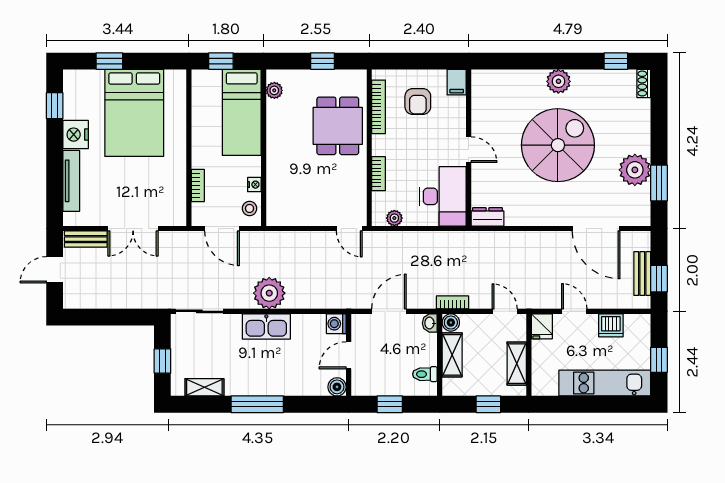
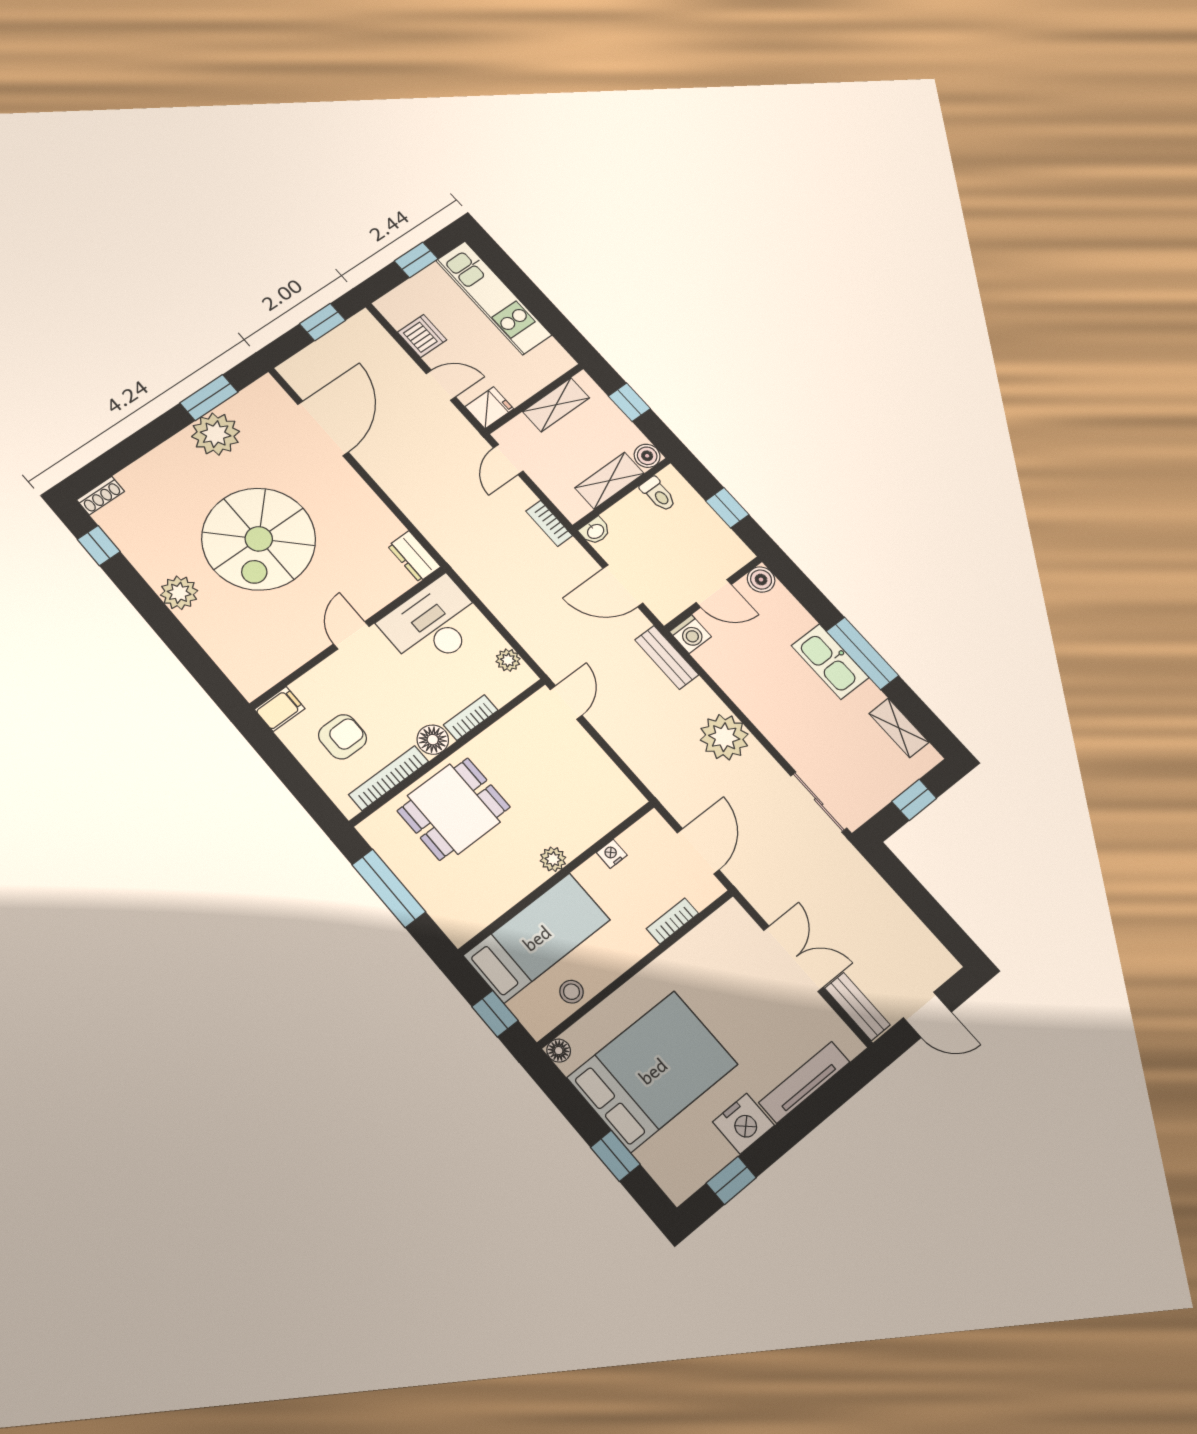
window: (322, 61) -> (389, 888), width x2.17
floor lamp: (179, 76) -> (559, 1051), added
plant: (274, 90) -> (553, 859), moved
floor lamp: (382, 145) -> (433, 740), added
spiral stairs: (558, 145) -> (259, 539), turned -90
stool: (250, 208) -> (572, 992), moved
bench: (642, 274) -> (667, 657), moved, turned 90
door: (574, 311) -> (441, 385), swing flipped
boiler: (451, 323) -> (647, 456), moved
kitchen sink: (266, 327) -> (830, 662), moved, turned 180

